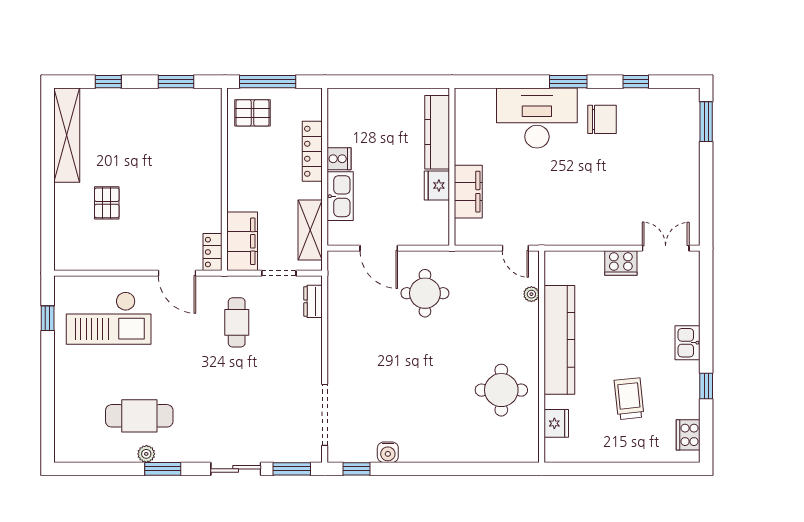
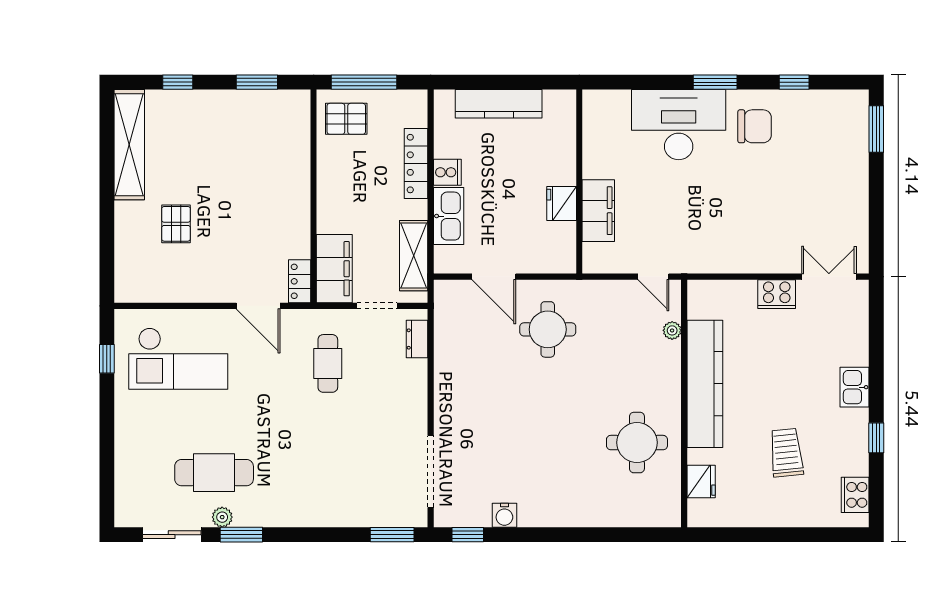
kitchen counter: (437, 132) -> (499, 104), moved, turned -90
sliding door: (236, 469) -> (172, 535), moved

